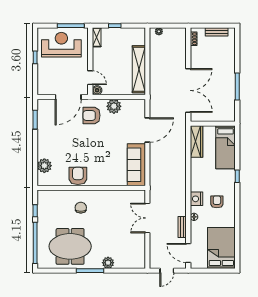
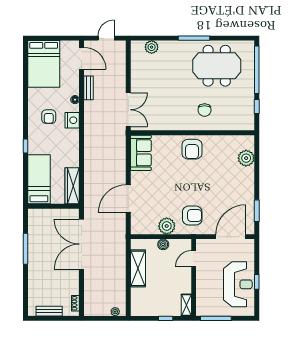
reception desk: (61, 45) -> (238, 284), moved, turned -90
shelving: (139, 69) -> (138, 268), width x0.68
door: (90, 78) -> (194, 259), hinge flipped
boiler: (97, 90) -> (163, 244), moved
door: (68, 97) -> (231, 237), moved
sofa: (136, 165) -> (141, 153), width x0.73
armchair: (78, 176) -> (192, 149), moved
double door: (147, 218) -> (128, 110), moved
plant: (108, 263) -> (152, 47), moved

